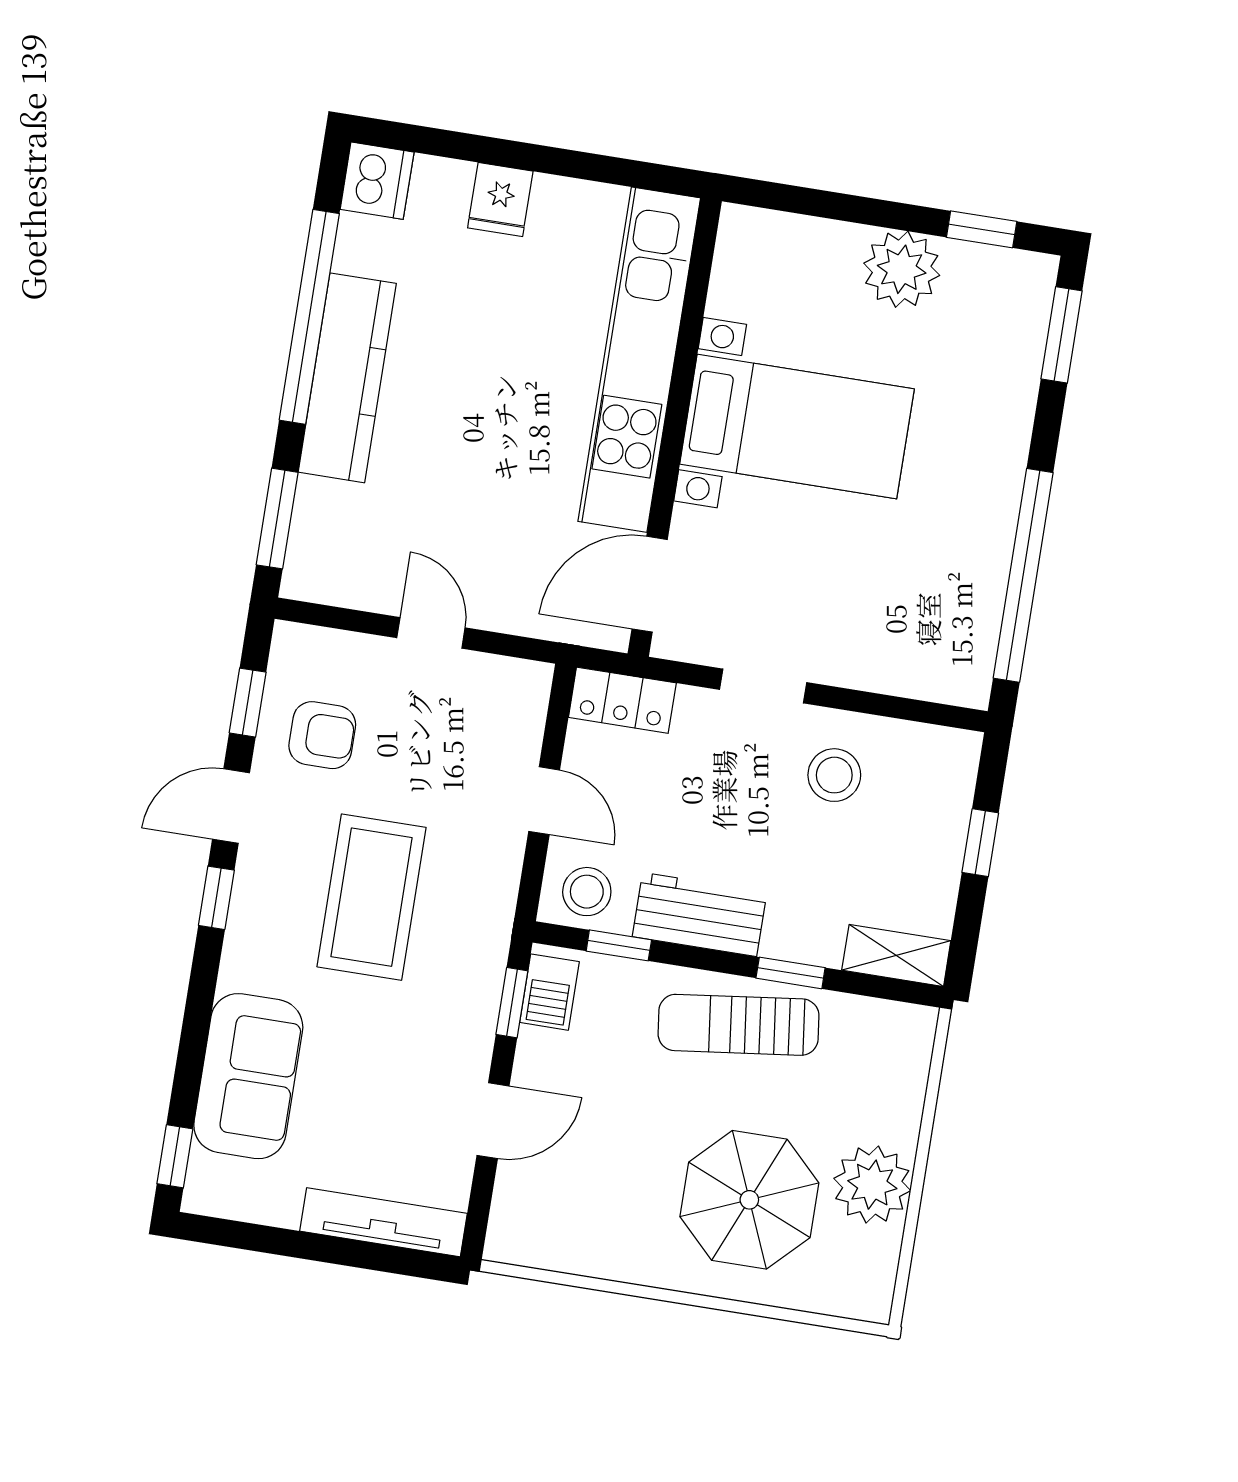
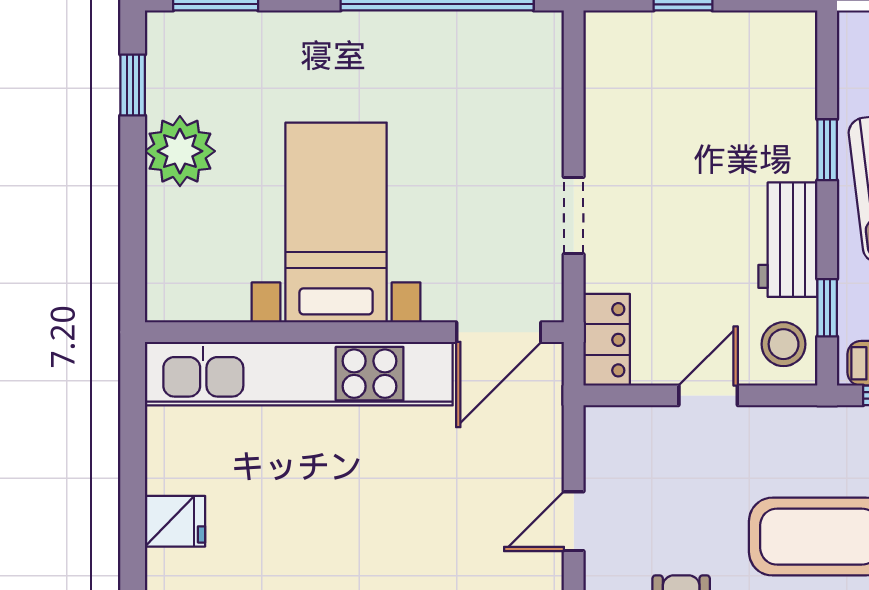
door: (650, 584) -> (499, 332), hinge flipped
stool: (834, 775) -> (643, 139), removed
shelving: (896, 955) -> (796, 57), removed

